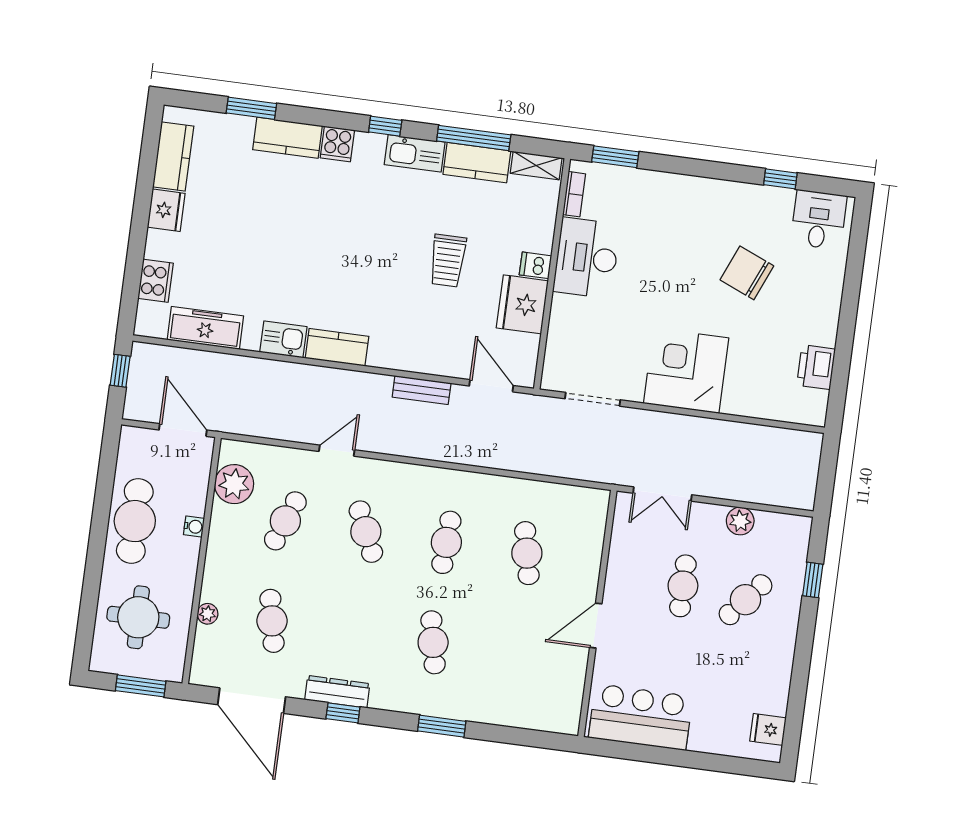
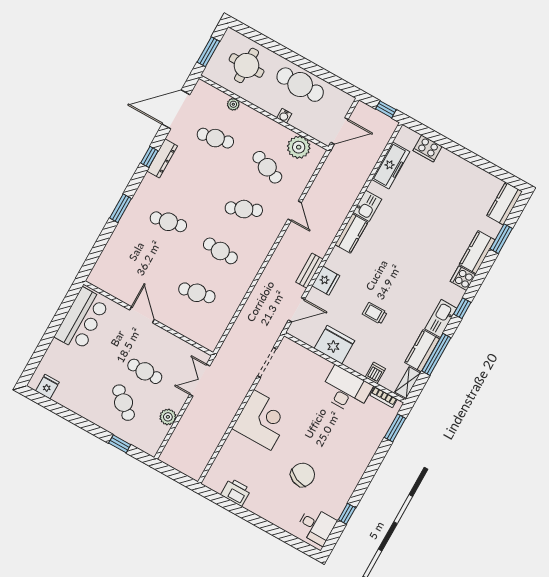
kitchen counter: (173, 157) -> (504, 204), moved, turned 90
fridge: (166, 210) -> (326, 281), moved, turned -90
trolley: (448, 261) -> (375, 313), width x0.73, depth x0.72
dishwasher: (535, 265) -> (375, 373), moved

